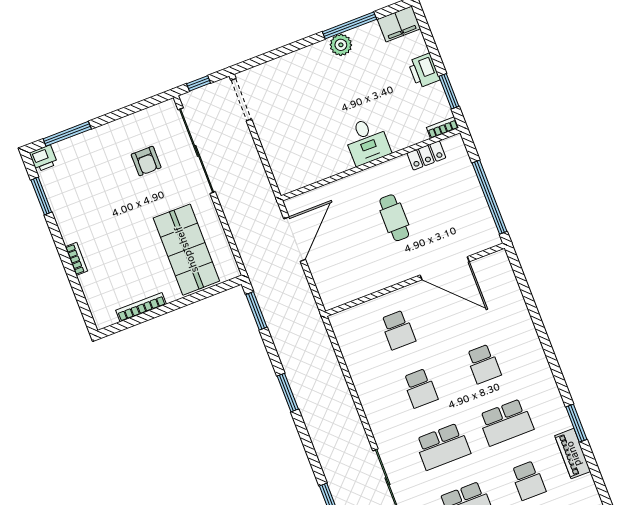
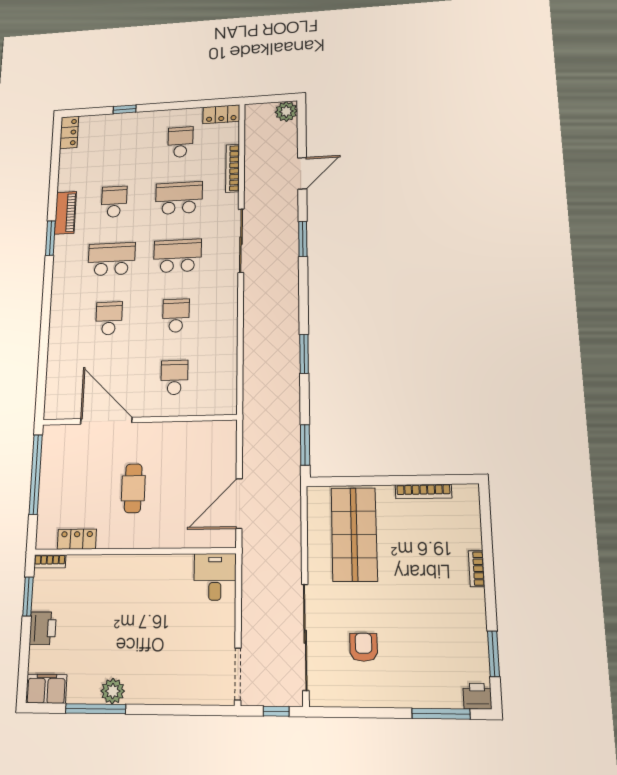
desk: (367, 141) -> (215, 577), moved

